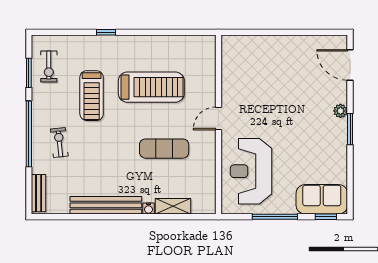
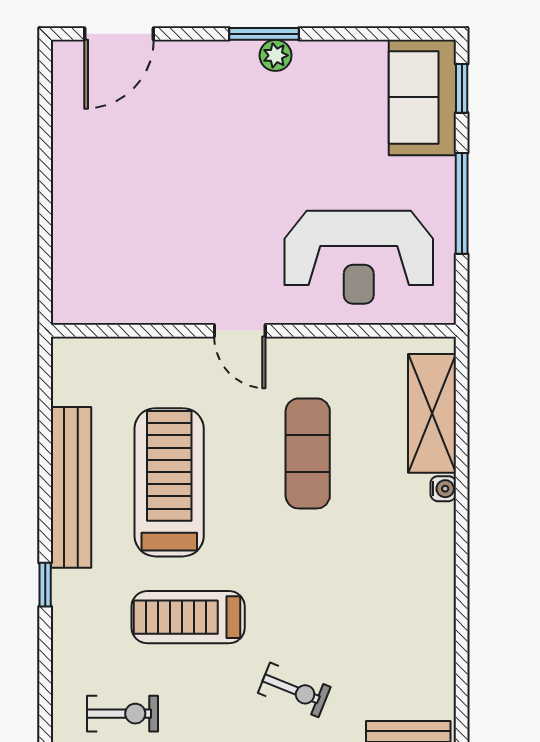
treadmill: (92, 96) -> (188, 617), turned 180
plant: (340, 111) -> (276, 55), moved
exercise bike: (59, 143) -> (294, 690), turned -152
bench: (106, 205) -> (71, 487), moved
shelving: (173, 206) -> (432, 413), width x1.50, depth x1.33

